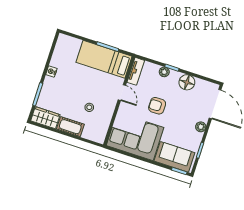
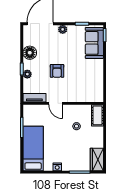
bed: (104, 59) -> (33, 148), moved, turned 180
door: (122, 93) -> (56, 103), swing flipped
cot: (70, 127) -> (97, 115), moved
corner sofa: (135, 136) -> (88, 81), removed

